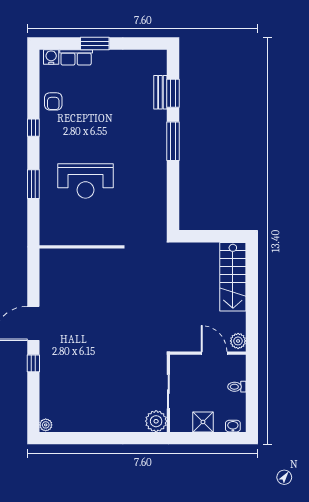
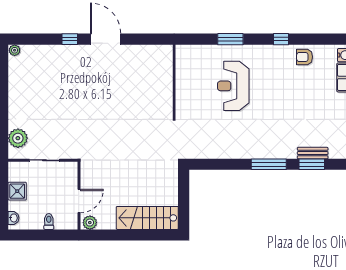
plant: (156, 421) -> (18, 138), moved

